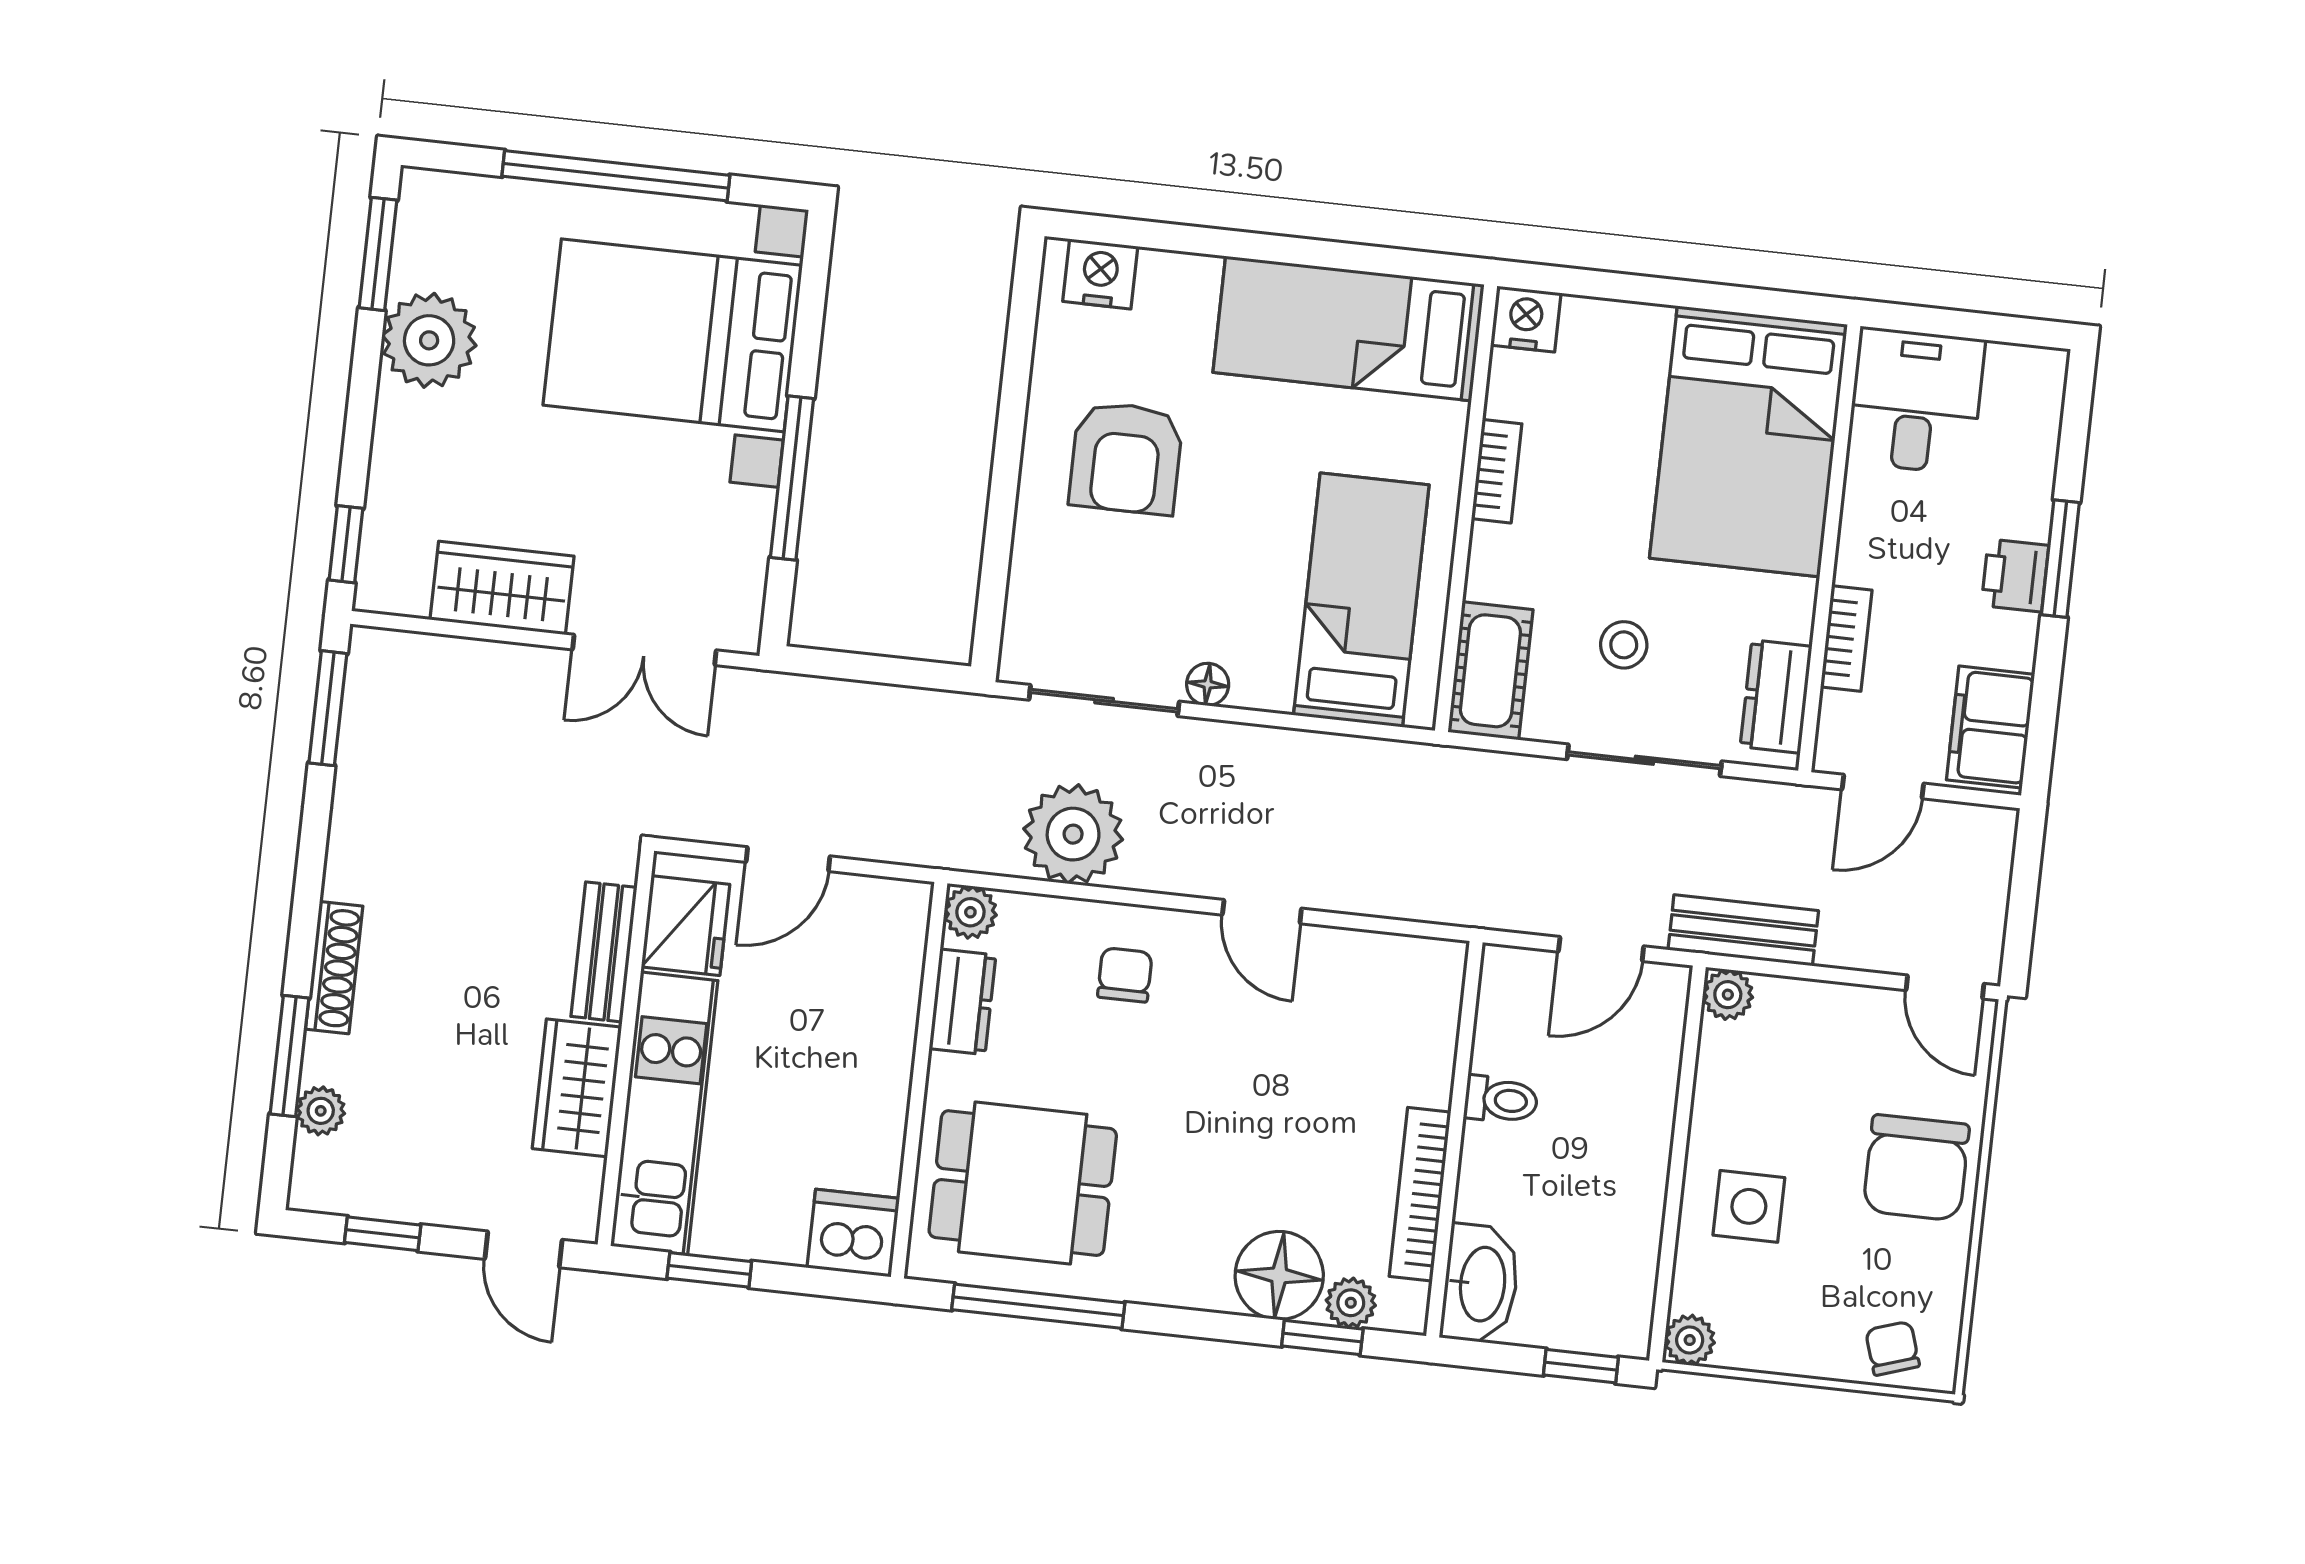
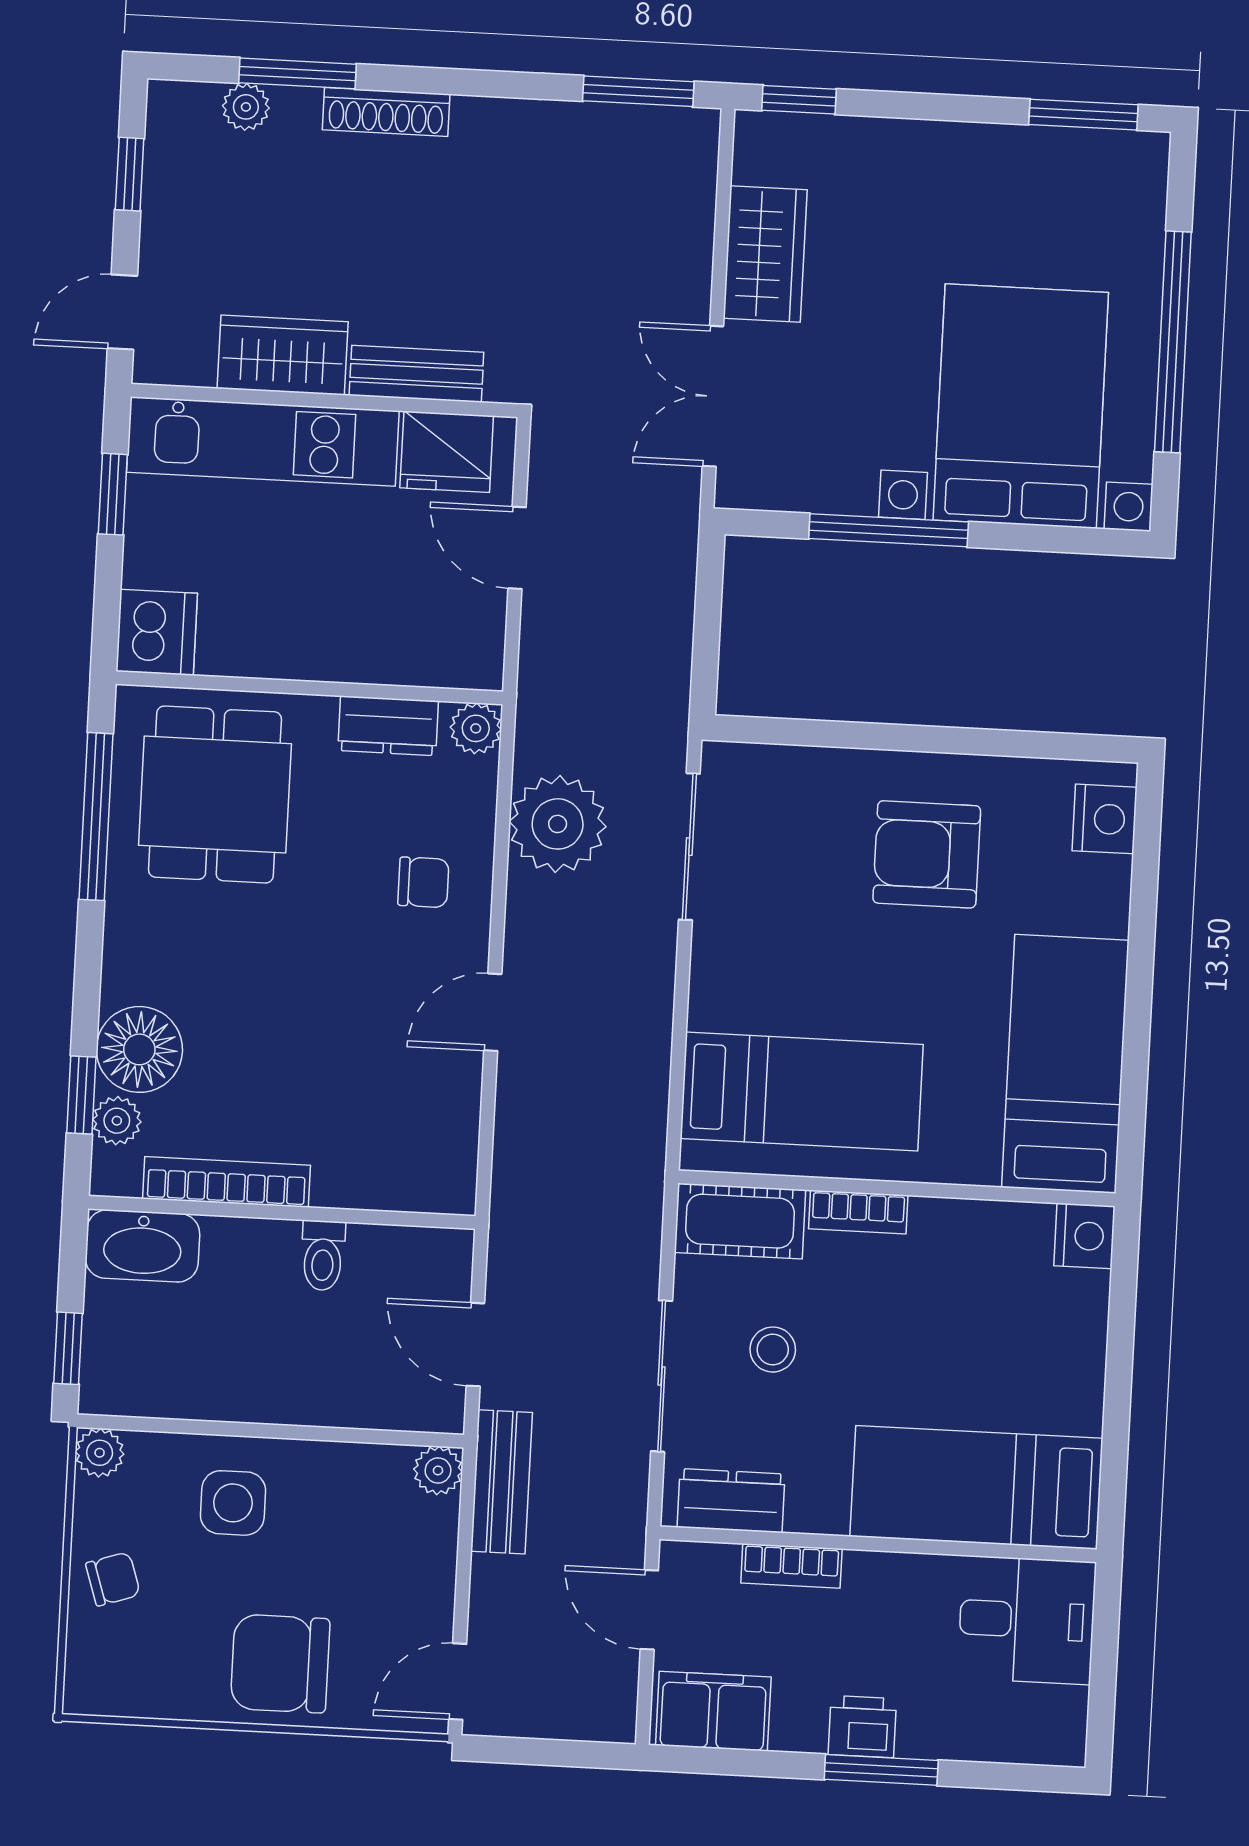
plant: (429, 340) -> (1002, 169), removed
bed: (1748, 441) -> (976, 1487), width x0.67
bookcase: (1497, 471) -> (858, 1212), moved
floor lamp: (1208, 684) -> (711, 947), removed
chair: (1892, 1348) -> (113, 1579), moved

